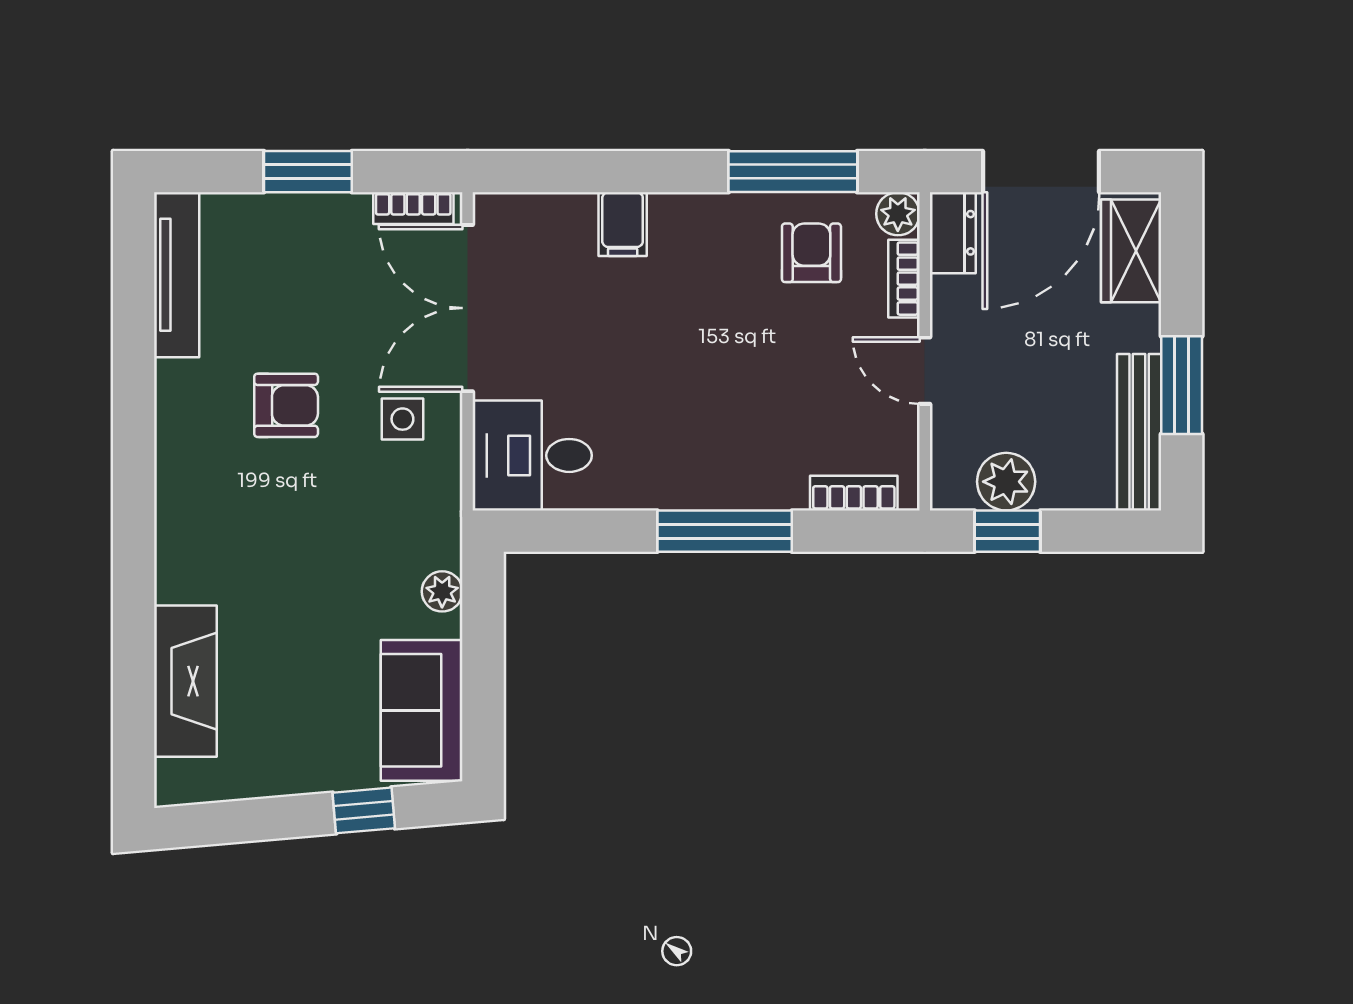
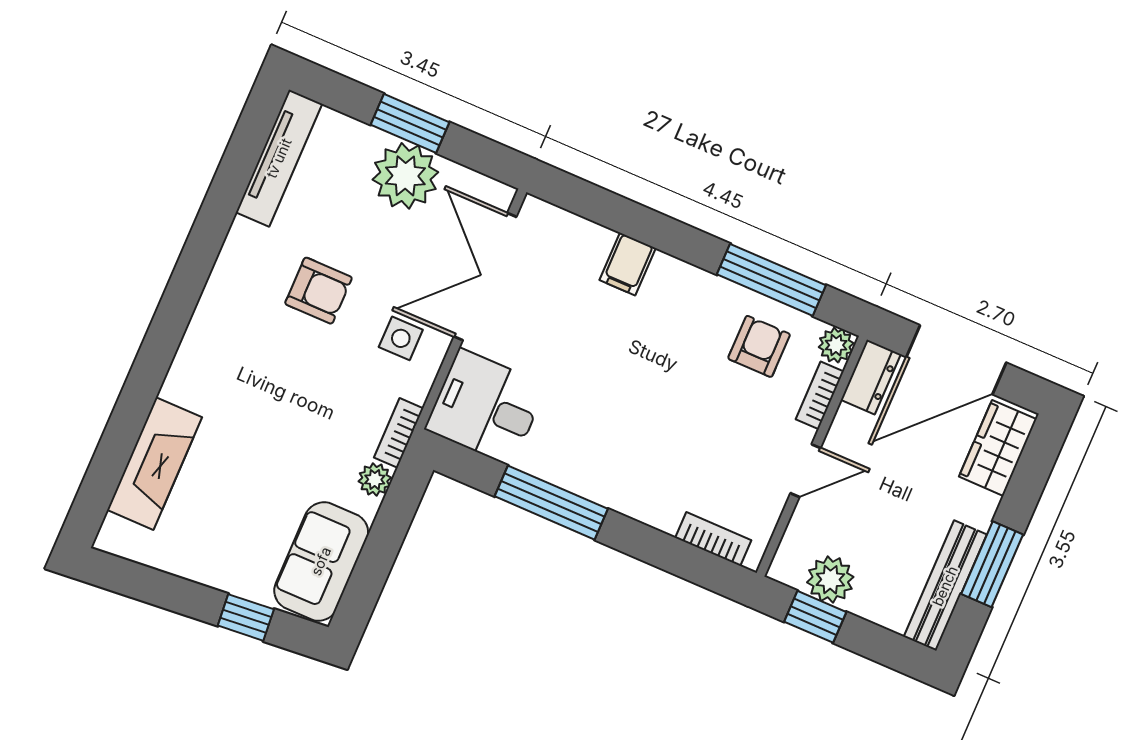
bookcase: (413, 208) -> (399, 433), moved, turned 90
plant: (328, 233) -> (405, 176), added
door: (925, 371) -> (805, 471), swing flipped
window: (725, 531) -> (551, 503), moved

